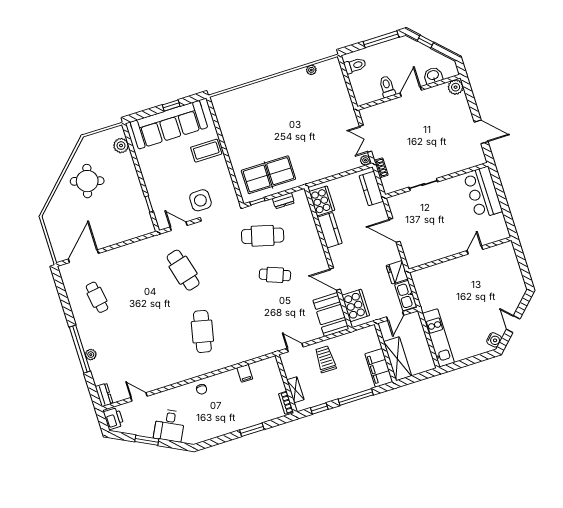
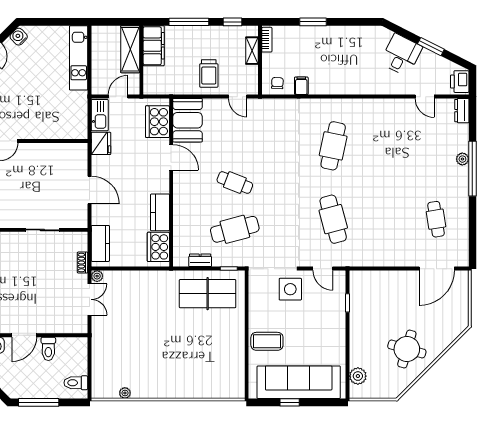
cafe table: (263, 236) -> (235, 229), turned -30
chair: (202, 389) -> (277, 83), moved

